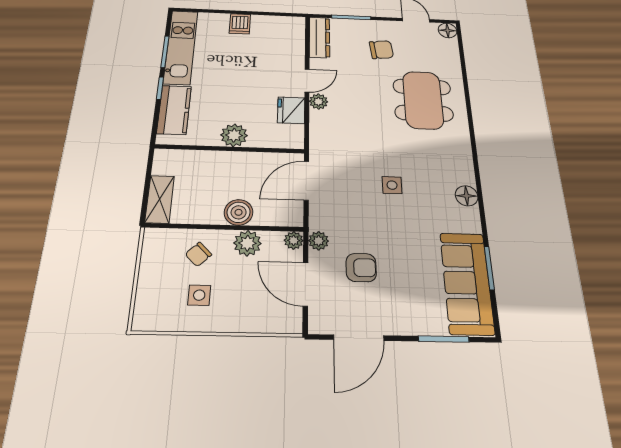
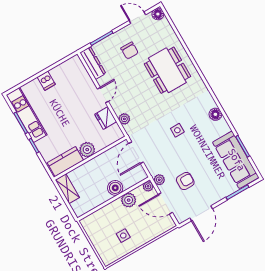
chair: (381, 50) -> (130, 51), turned 97
plant: (319, 102) -> (124, 119), moved
kitchen counter: (174, 110) -> (65, 162), moved, turned -90
shelving: (160, 199) -> (67, 189), moved
chair: (198, 254) -> (111, 218), removed

